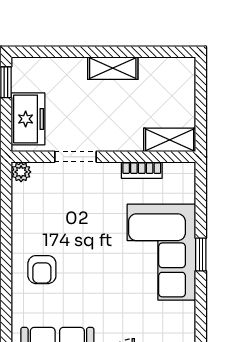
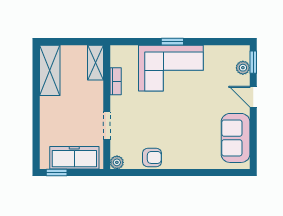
shelving: (113, 68) -> (50, 70), moved, width x1.50, depth x1.33
freezer: (28, 119) -> (74, 158), width x1.40
armchair: (42, 270) -> (152, 157), moved

